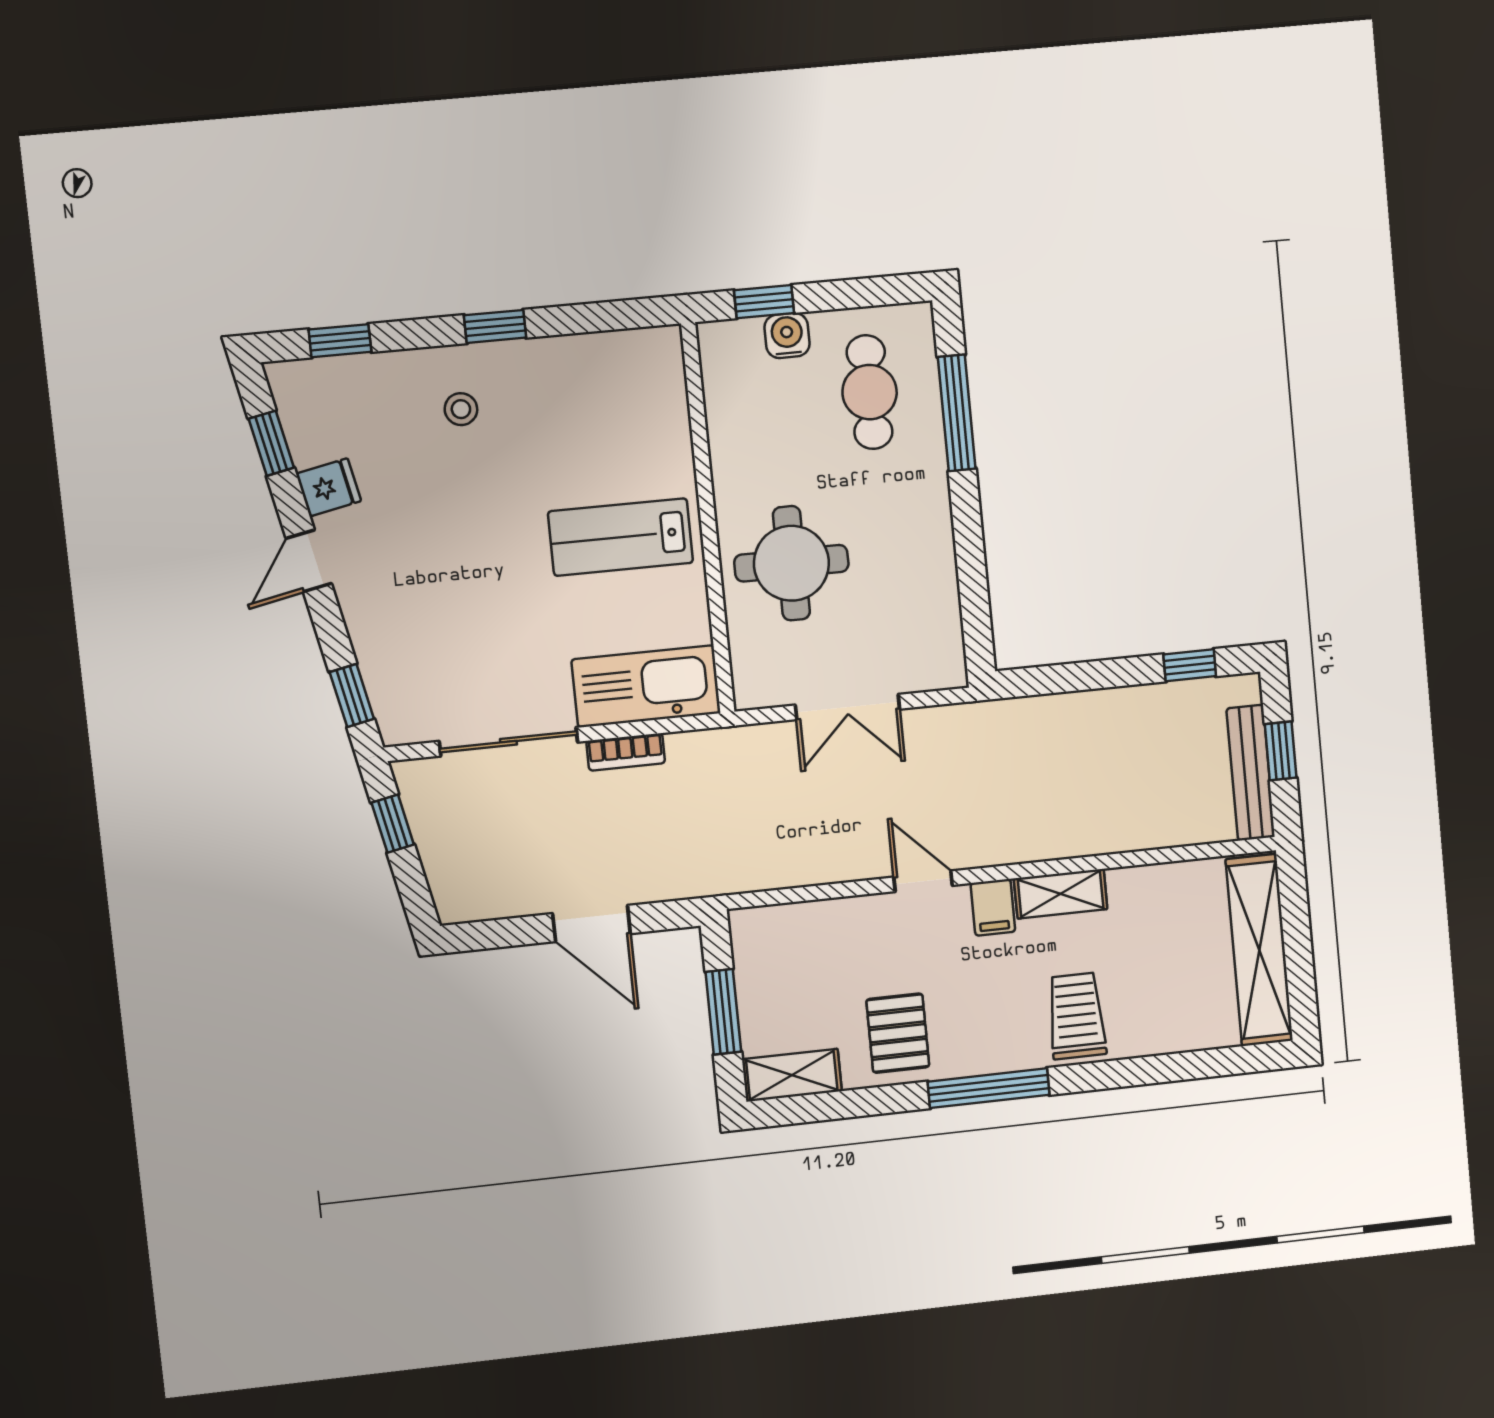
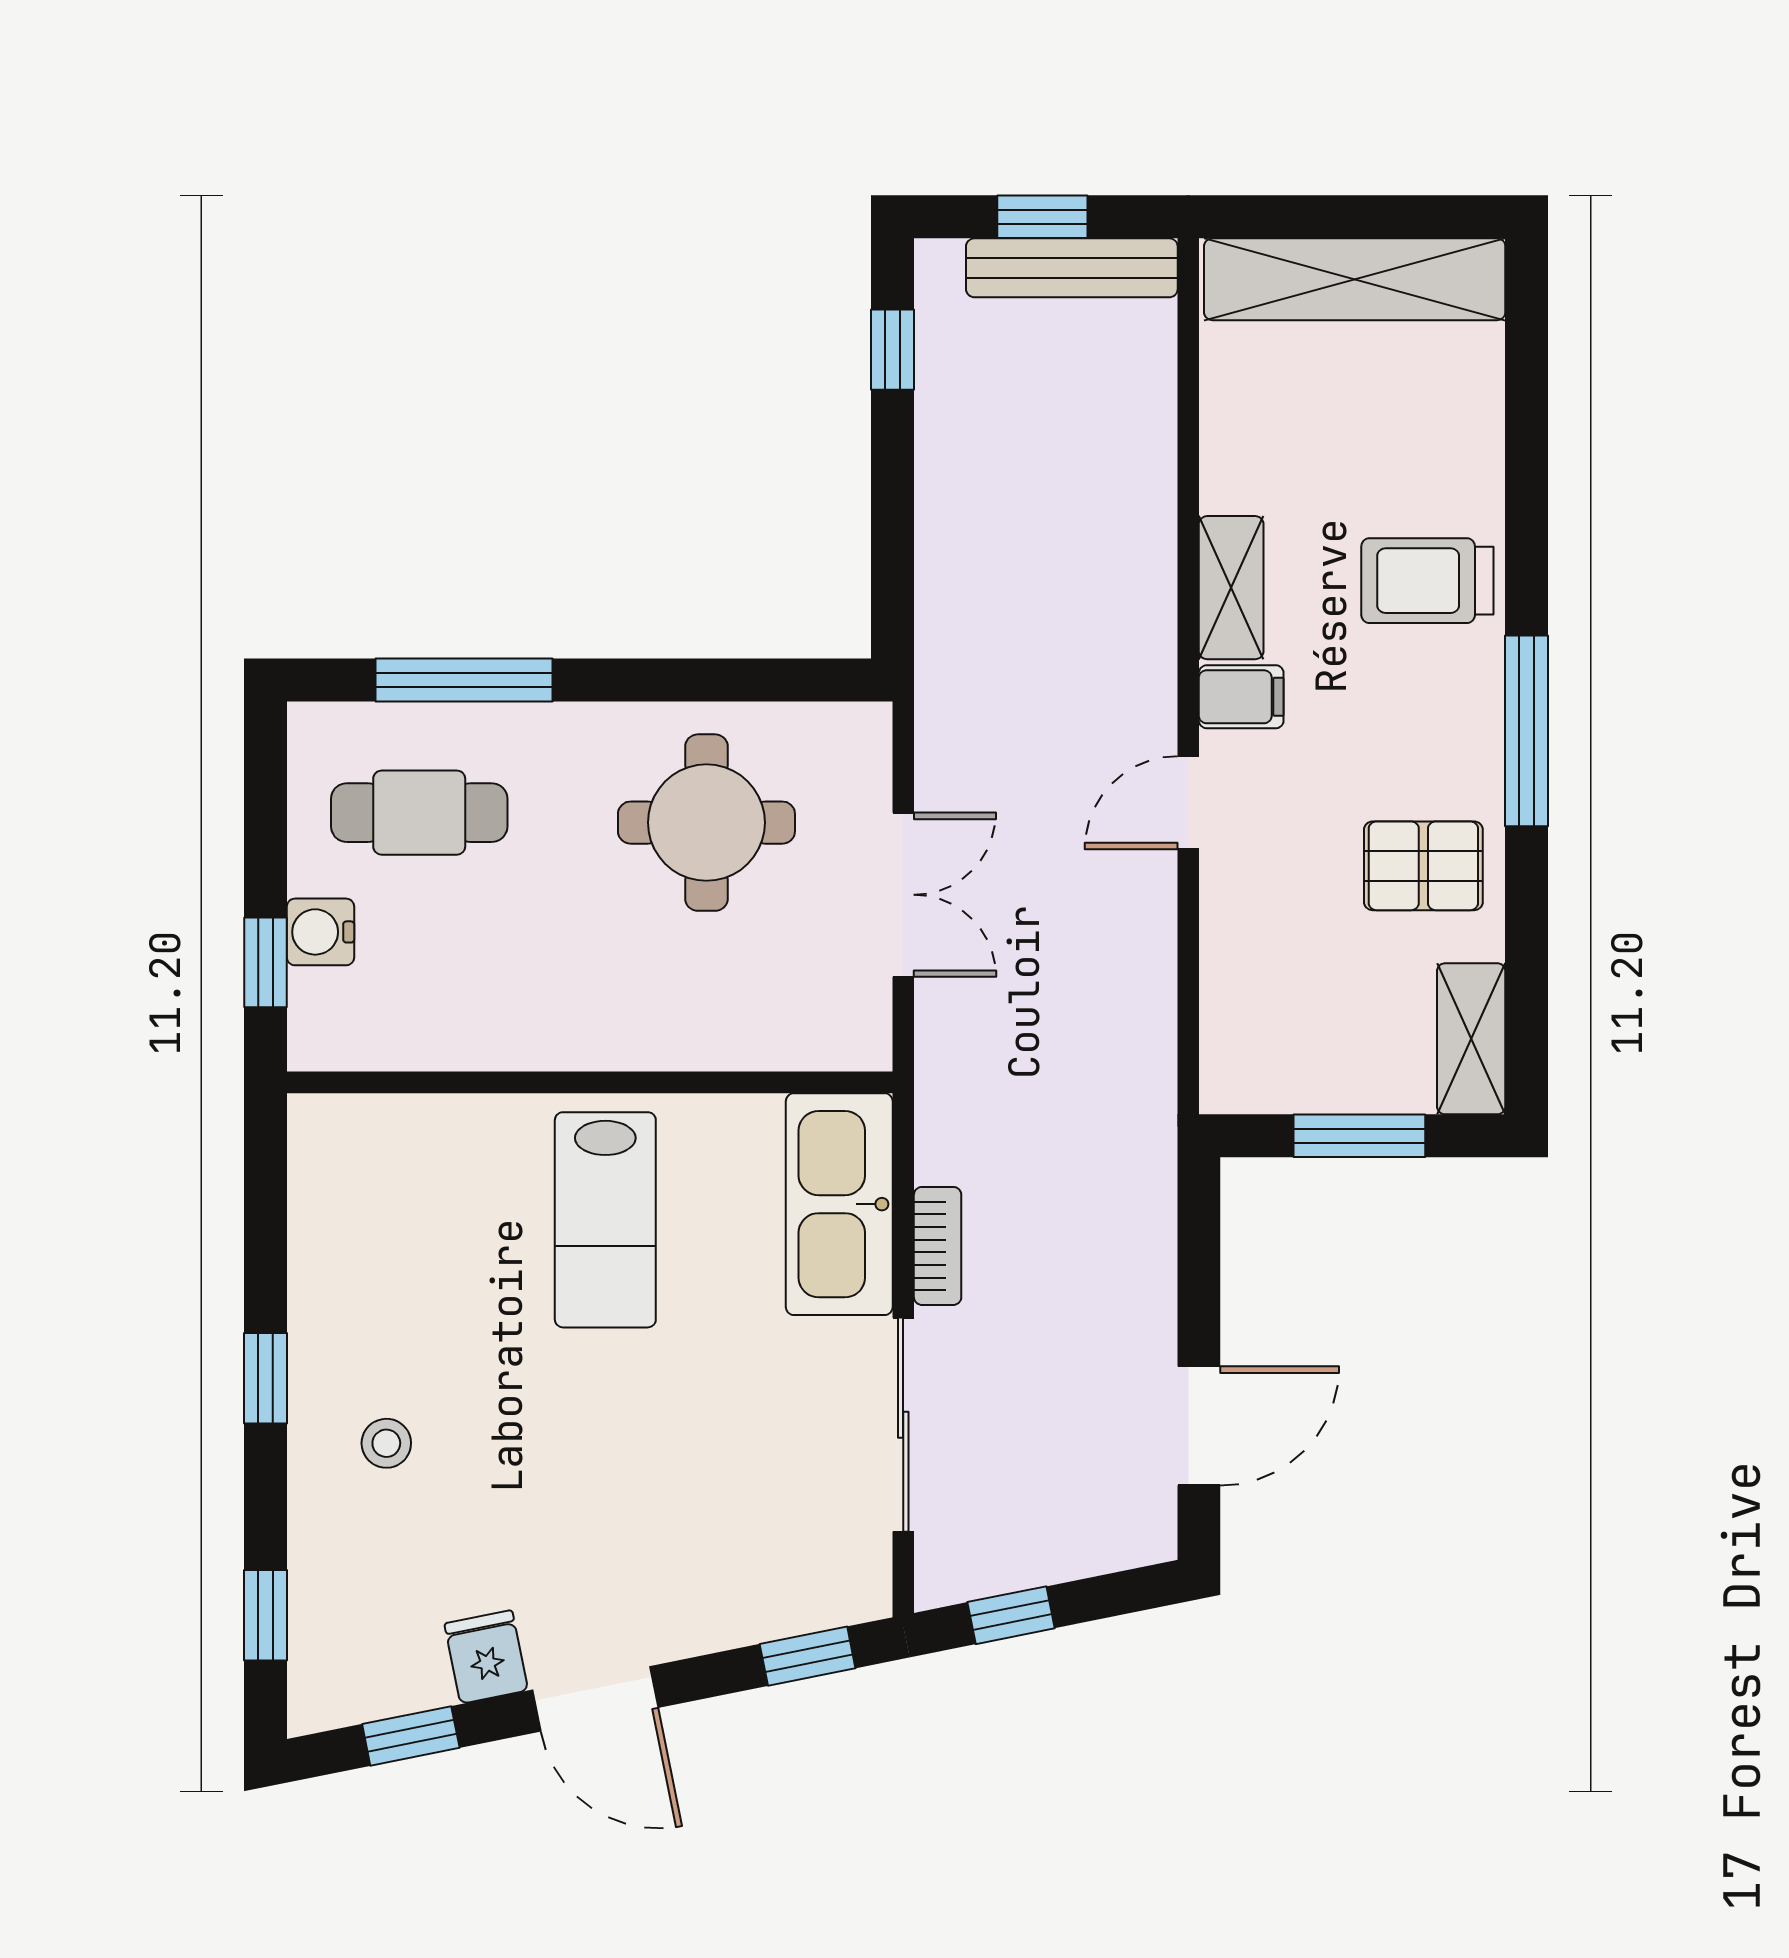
door: (309, 561) -> (595, 1699), width x1.37
round table: (791, 563) -> (706, 823), moved
door: (591, 924) -> (1199, 1426), moved

